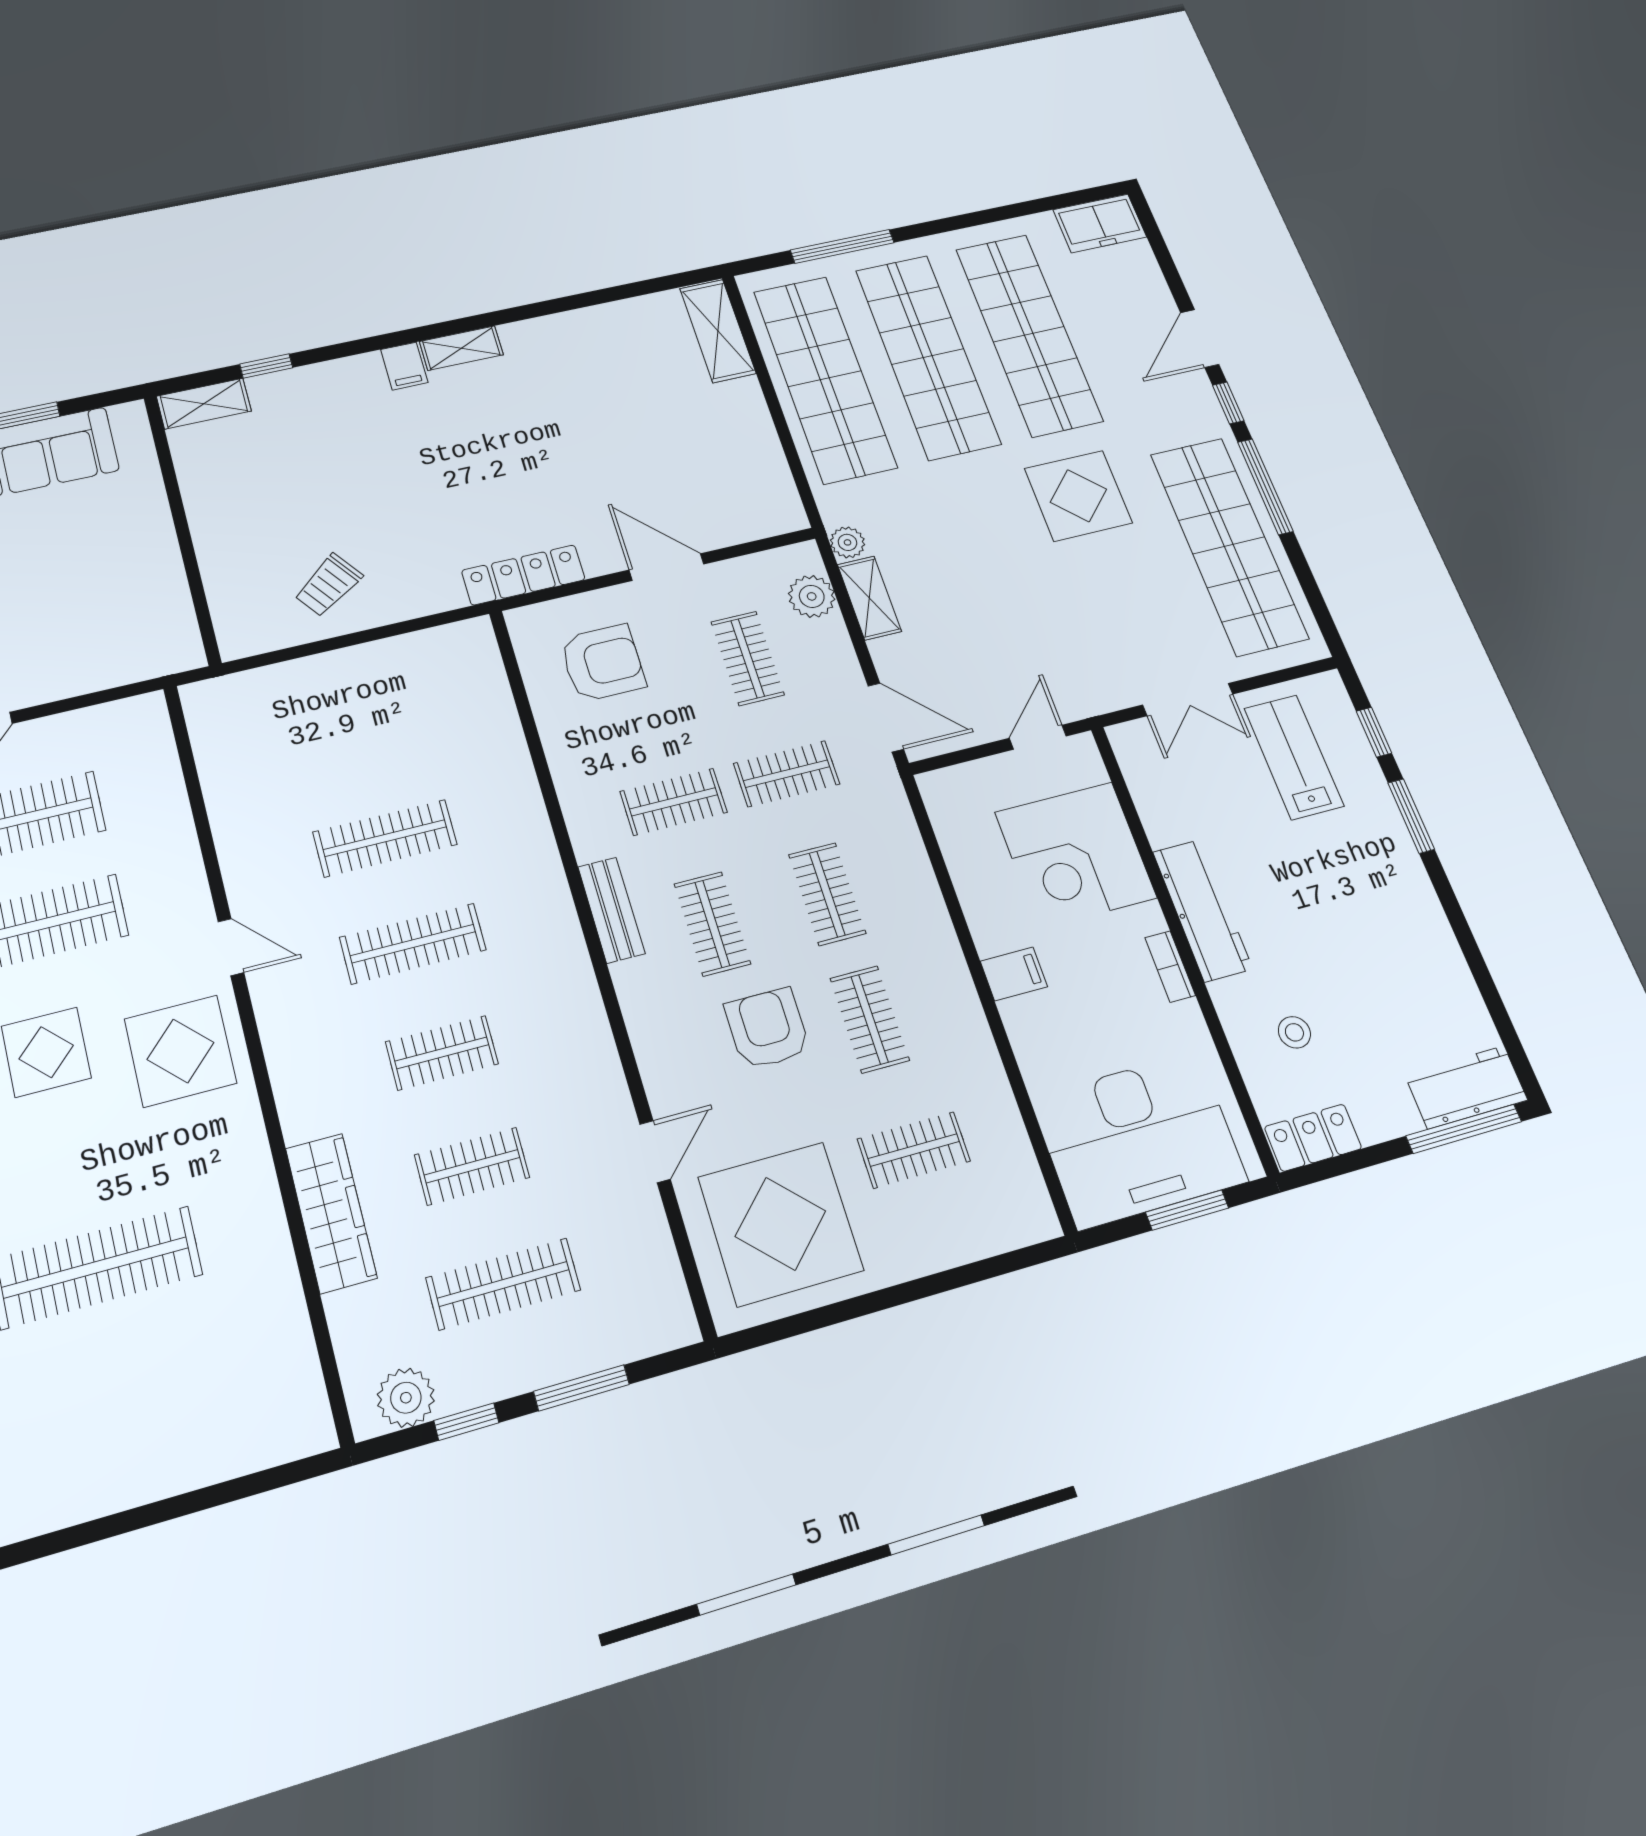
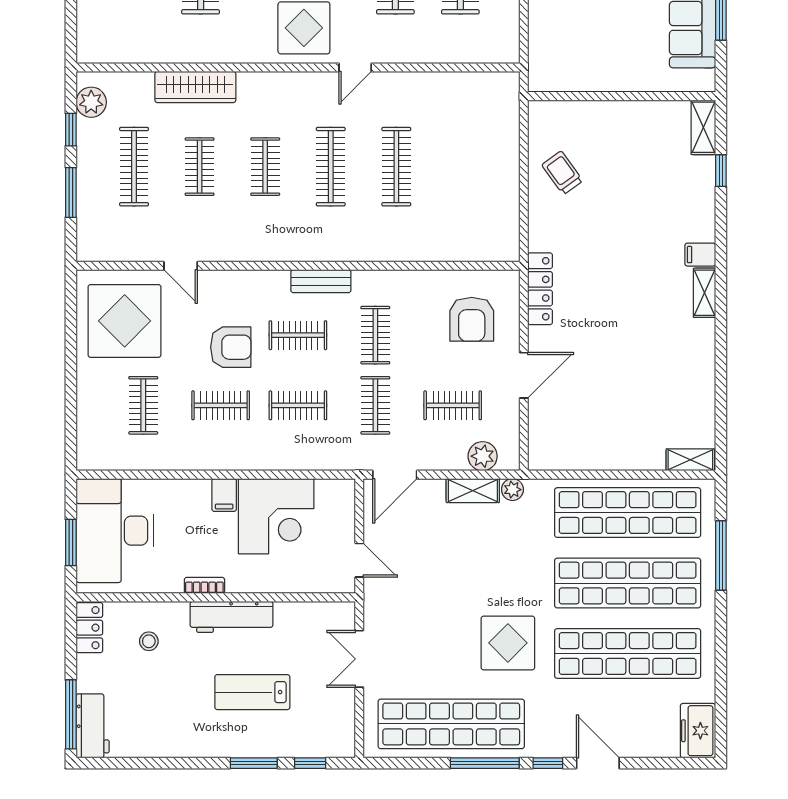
shelving: (718, 331) -> (690, 460), width x0.67, depth x0.75
lab bench: (1294, 757) -> (252, 692), moved, turned 180
corner desk: (1076, 855) -> (276, 516), moved, turned 180

